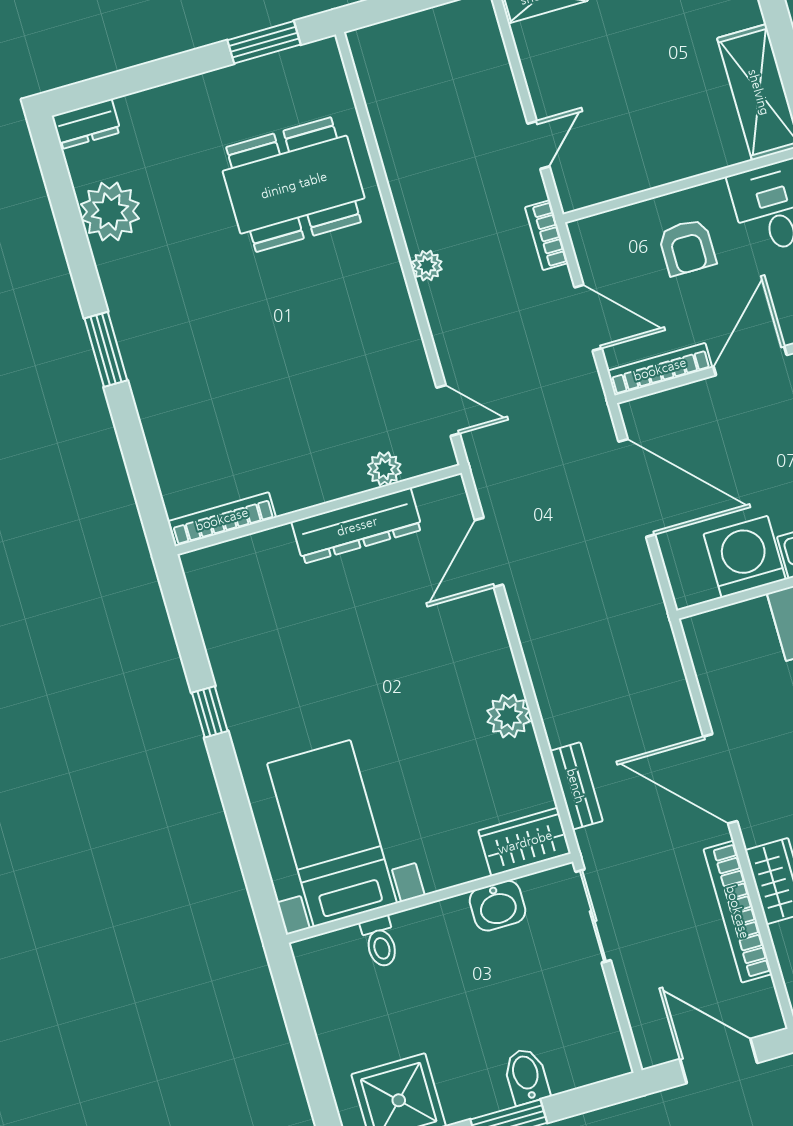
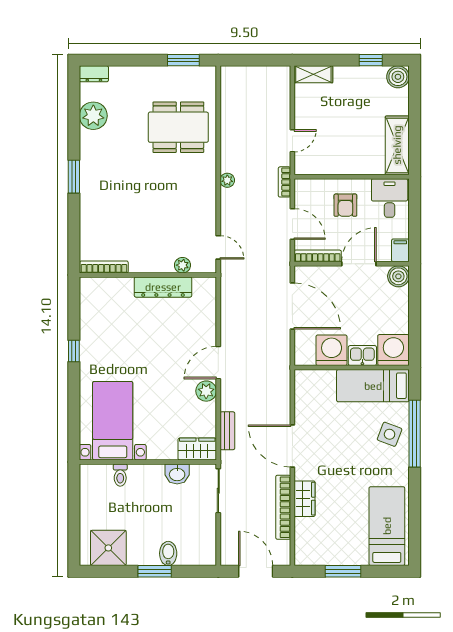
door: (489, 552) -> (218, 363), moved

